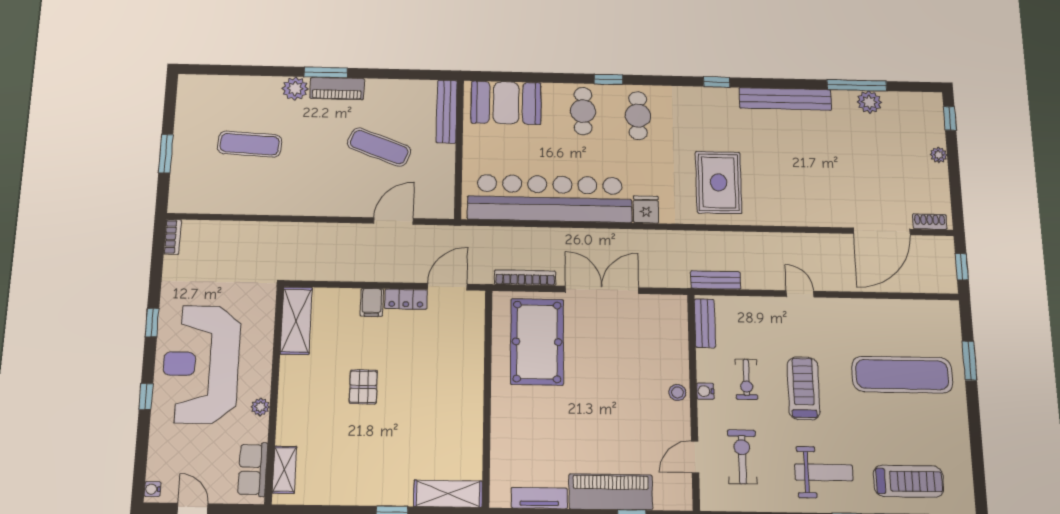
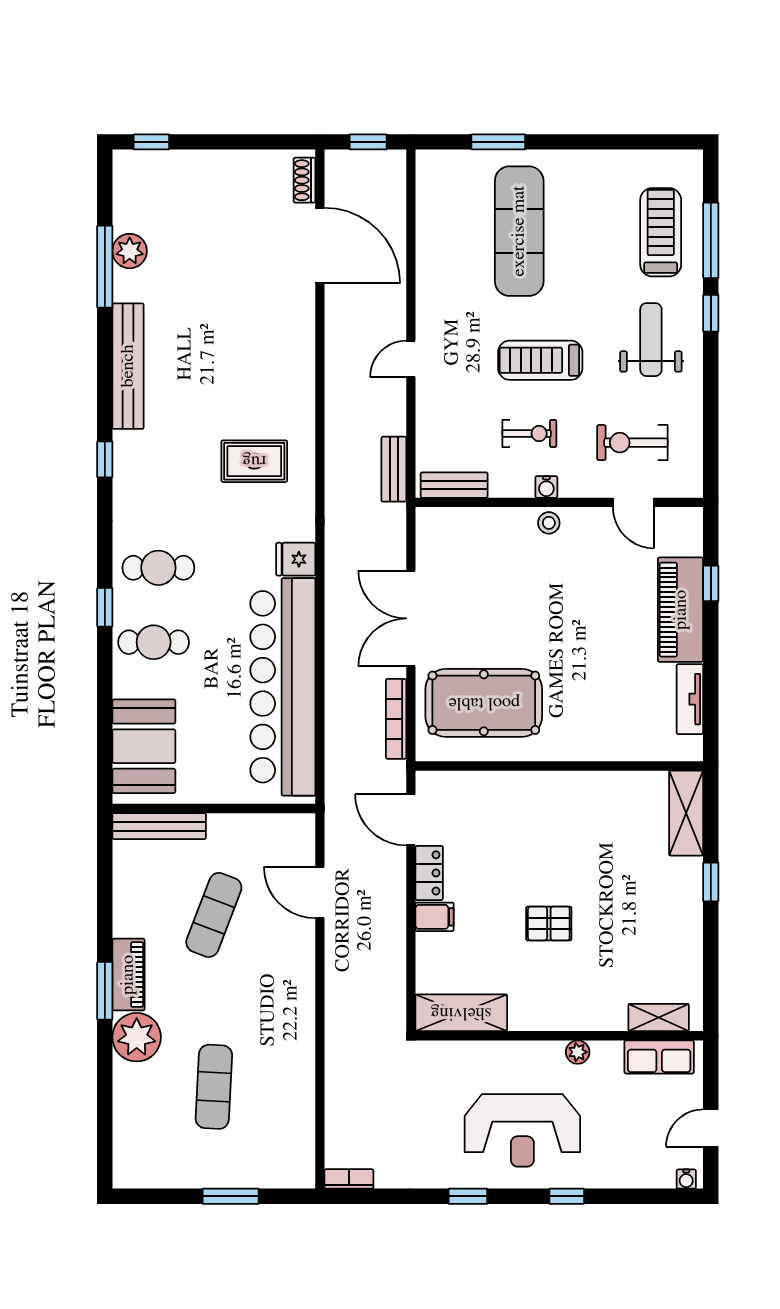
plant: (295, 89) -> (137, 1037), width x1.36, depth x1.36
plant: (939, 155) -> (206, 161), removed
rug: (719, 182) -> (254, 461), width x0.73, depth x0.70
reception desk: (201, 364) -> (522, 1130), width x0.74, depth x0.77

